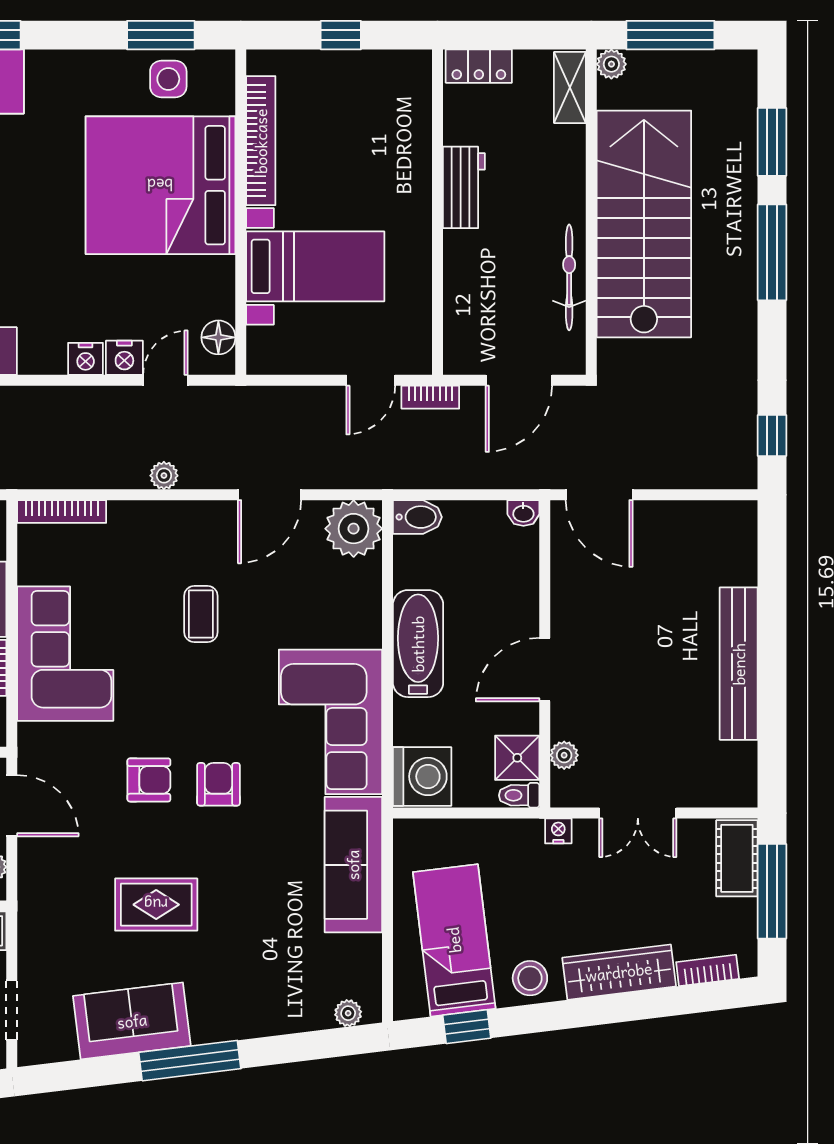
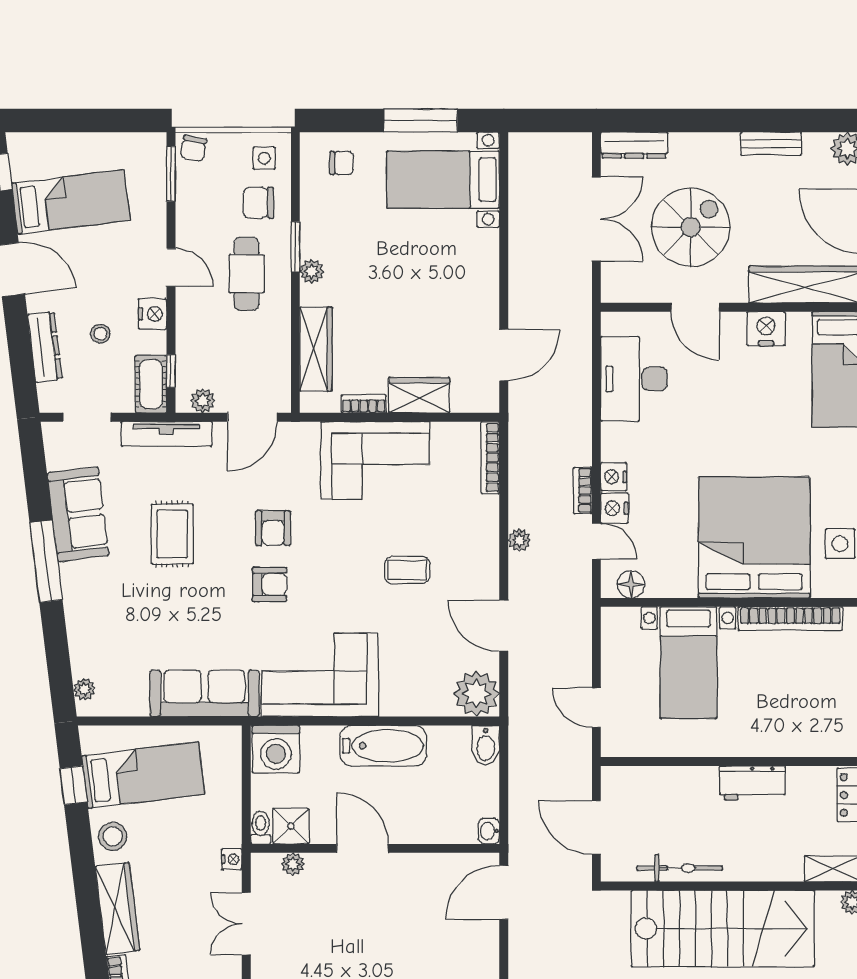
bookcase: (430, 397) -> (583, 491), moved
tv unit: (32, 912) -> (166, 434), added

